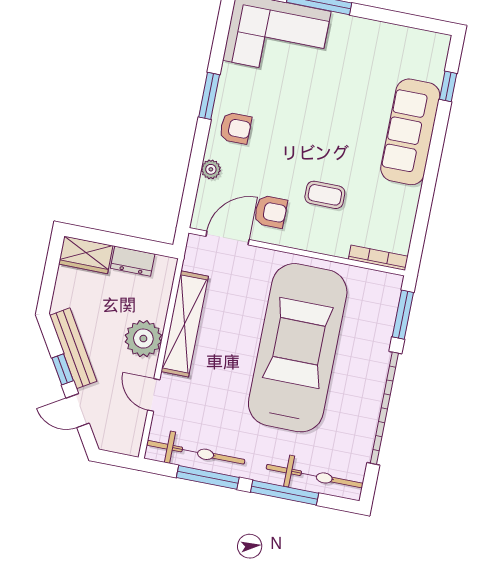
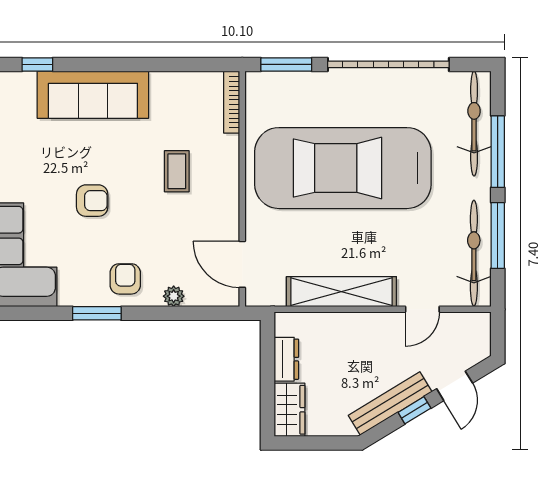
armchair: (271, 212) -> (92, 201), moved, turned 90
plant: (143, 339) -> (365, 332), removed

